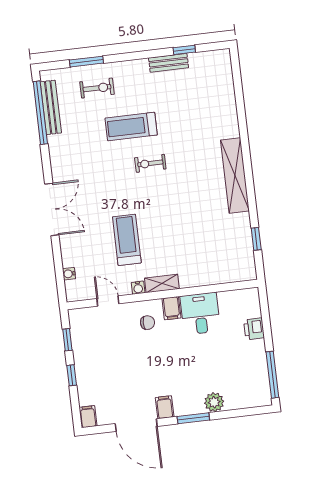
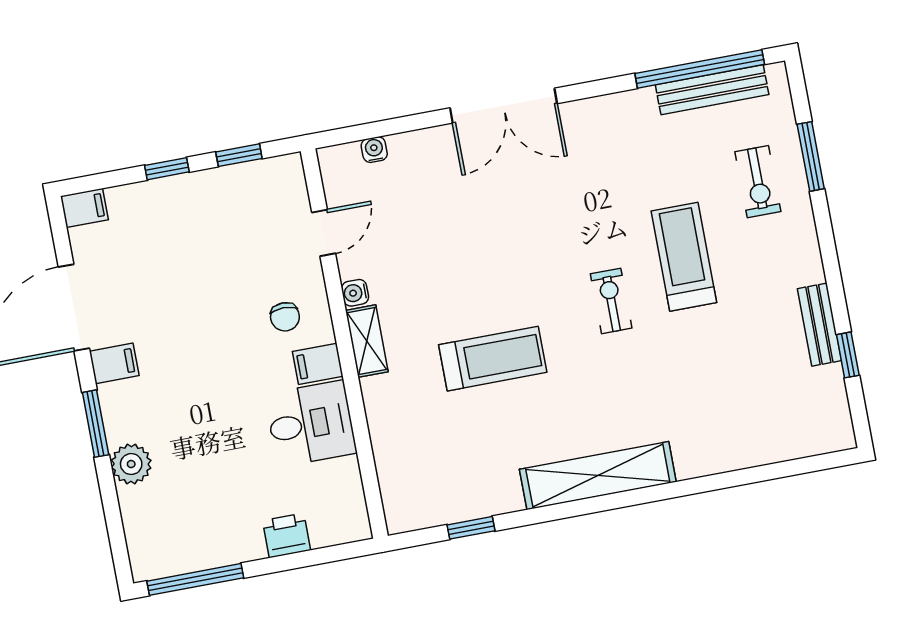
treadmill: (127, 240) -> (493, 359), moved

